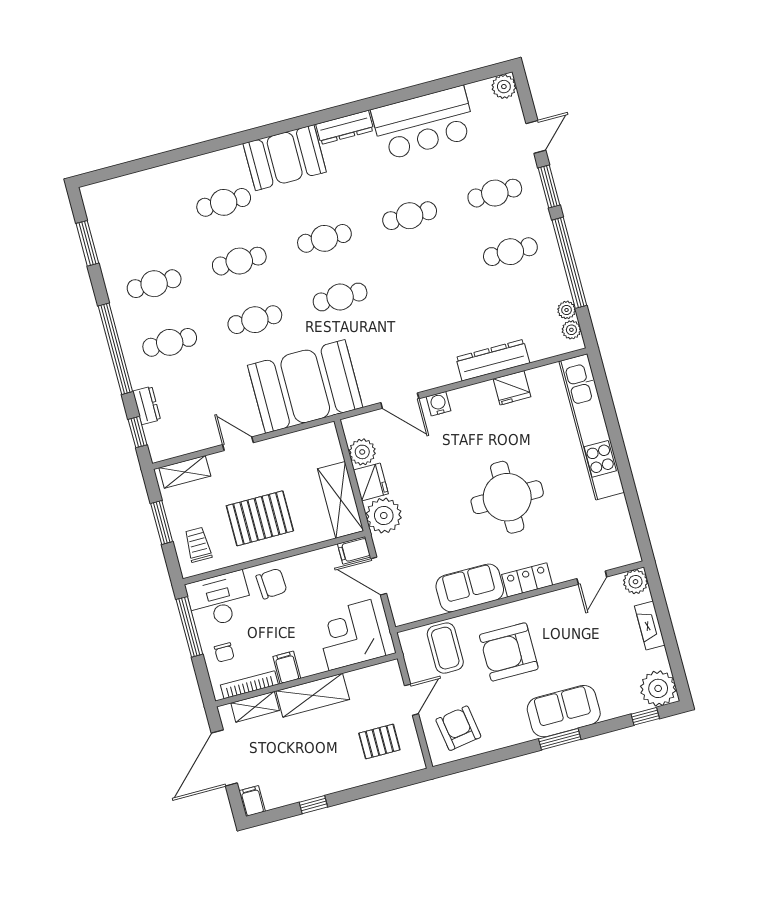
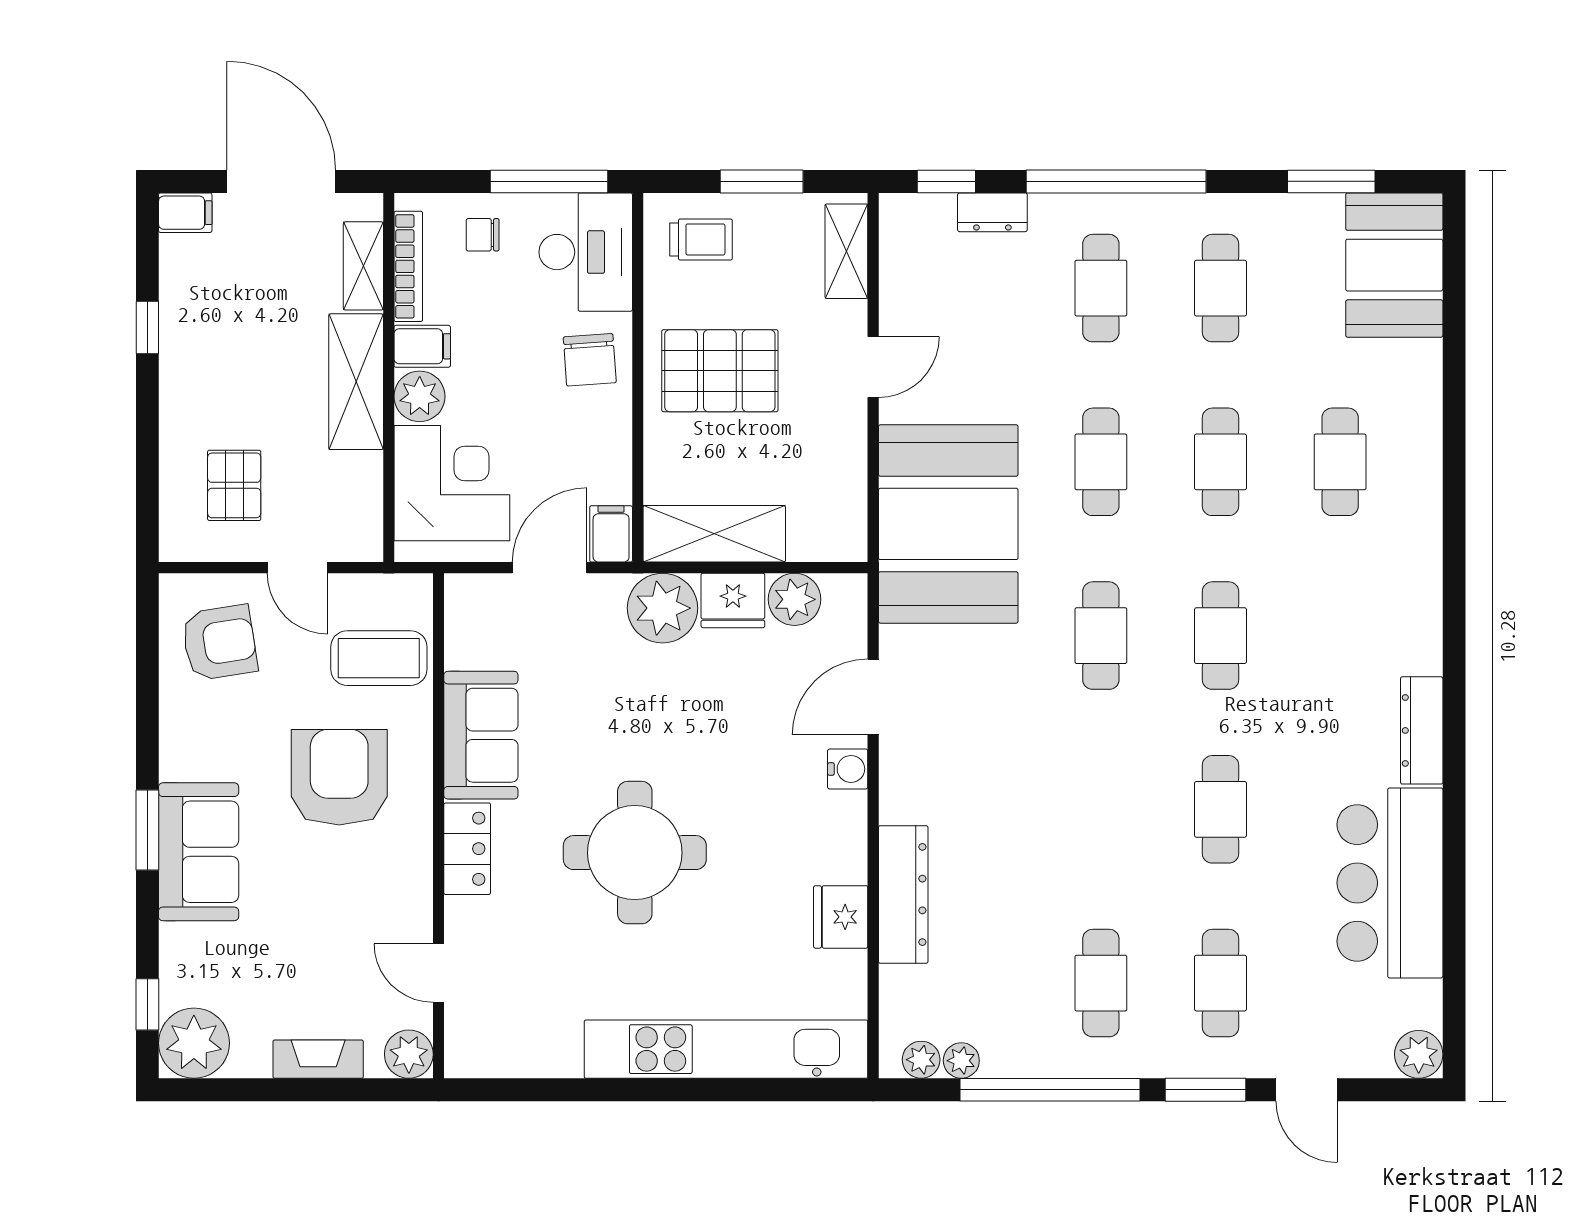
booth: (285, 158) -> (1394, 265), moved
pallet: (260, 518) -> (720, 371), turned 90
plant: (312, 662) -> (420, 396), added

